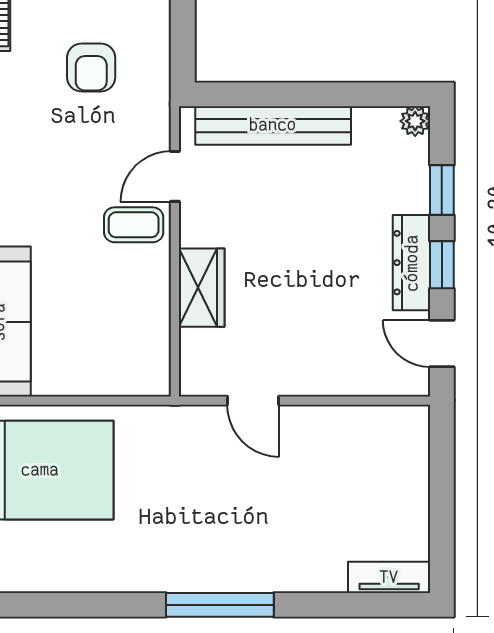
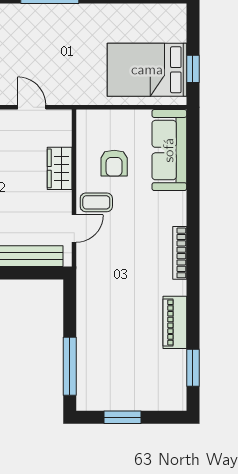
armchair: (91, 68) -> (114, 163), moved, turned 180

